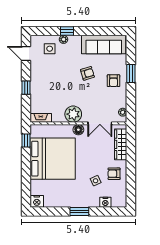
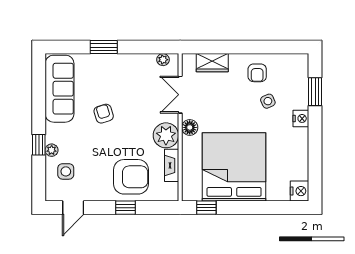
armchair: (113, 81) -> (131, 177), moved, width x1.88, depth x1.88
fireplace: (41, 118) -> (172, 165), moved
double door: (100, 123) -> (180, 95), swing flipped
wardrobe: (121, 144) -> (212, 63), width x0.67
nightstand: (105, 202) -> (301, 118), moved
window: (79, 212) -> (315, 92), moved

